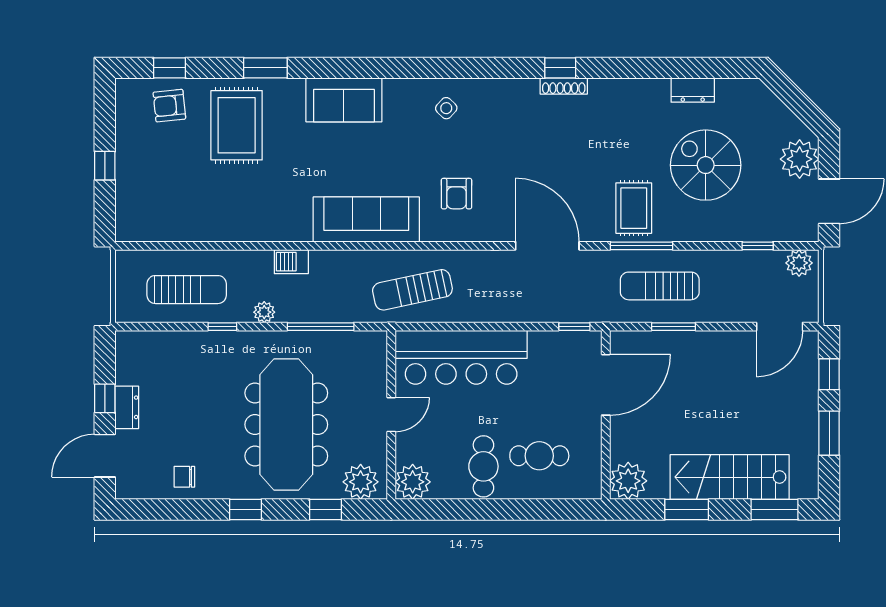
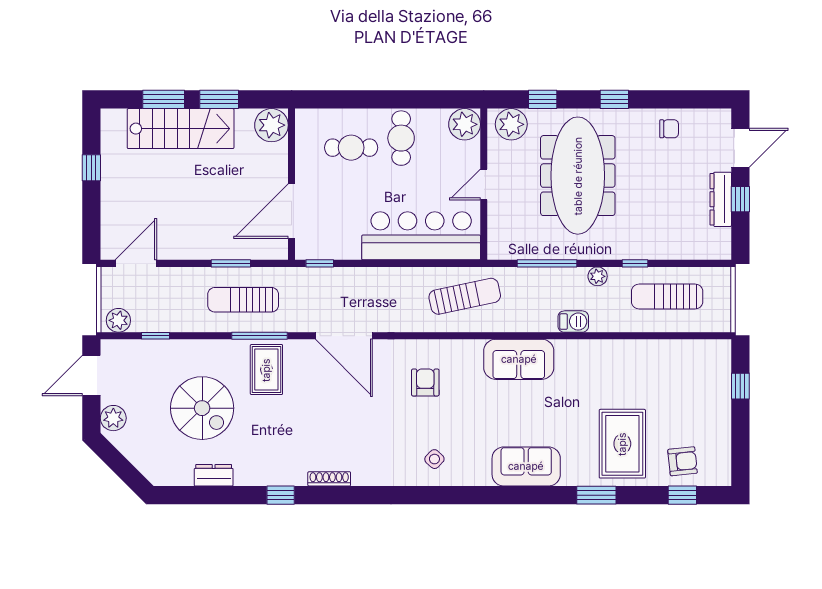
window: (560, 68) -> (281, 495), moved
plant: (800, 159) -> (113, 418), width x0.73, depth x0.73
window: (105, 166) -> (740, 386), moved
sofa: (366, 219) -> (519, 359), width x0.73
sun lounger: (660, 286) -> (243, 300), turned 180
window: (829, 374) -> (91, 221), removed
dresser: (127, 407) -> (721, 199), width x1.44
window: (829, 433) -> (91, 168), width x0.67
window: (775, 510) -> (164, 99), moved

